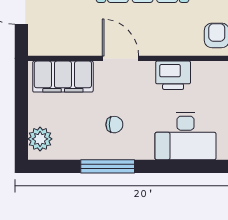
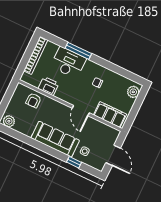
printer: (173, 75) -> (49, 86), moved
window: (108, 166) -> (78, 51), moved

